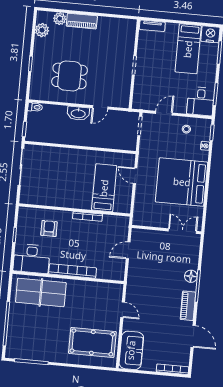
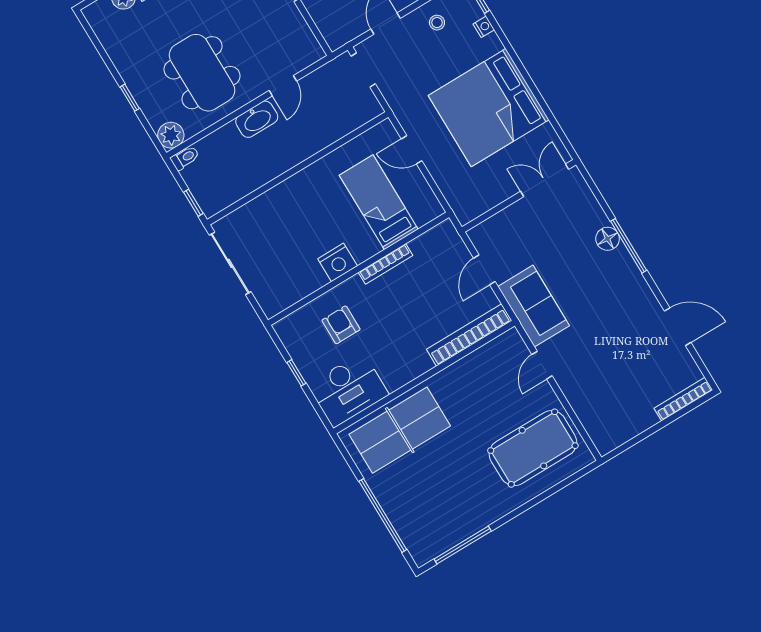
plant: (42, 30) -> (171, 135), moved
dining table: (69, 76) -> (202, 73), width x1.38
nightstand: (67, 201) -> (338, 262), added
bookcase: (73, 271) -> (469, 335), moved
piano: (188, 306) -> (636, 287), removed
door: (123, 310) -> (542, 365), swing flipped
sofa: (131, 350) -> (534, 306), moved

